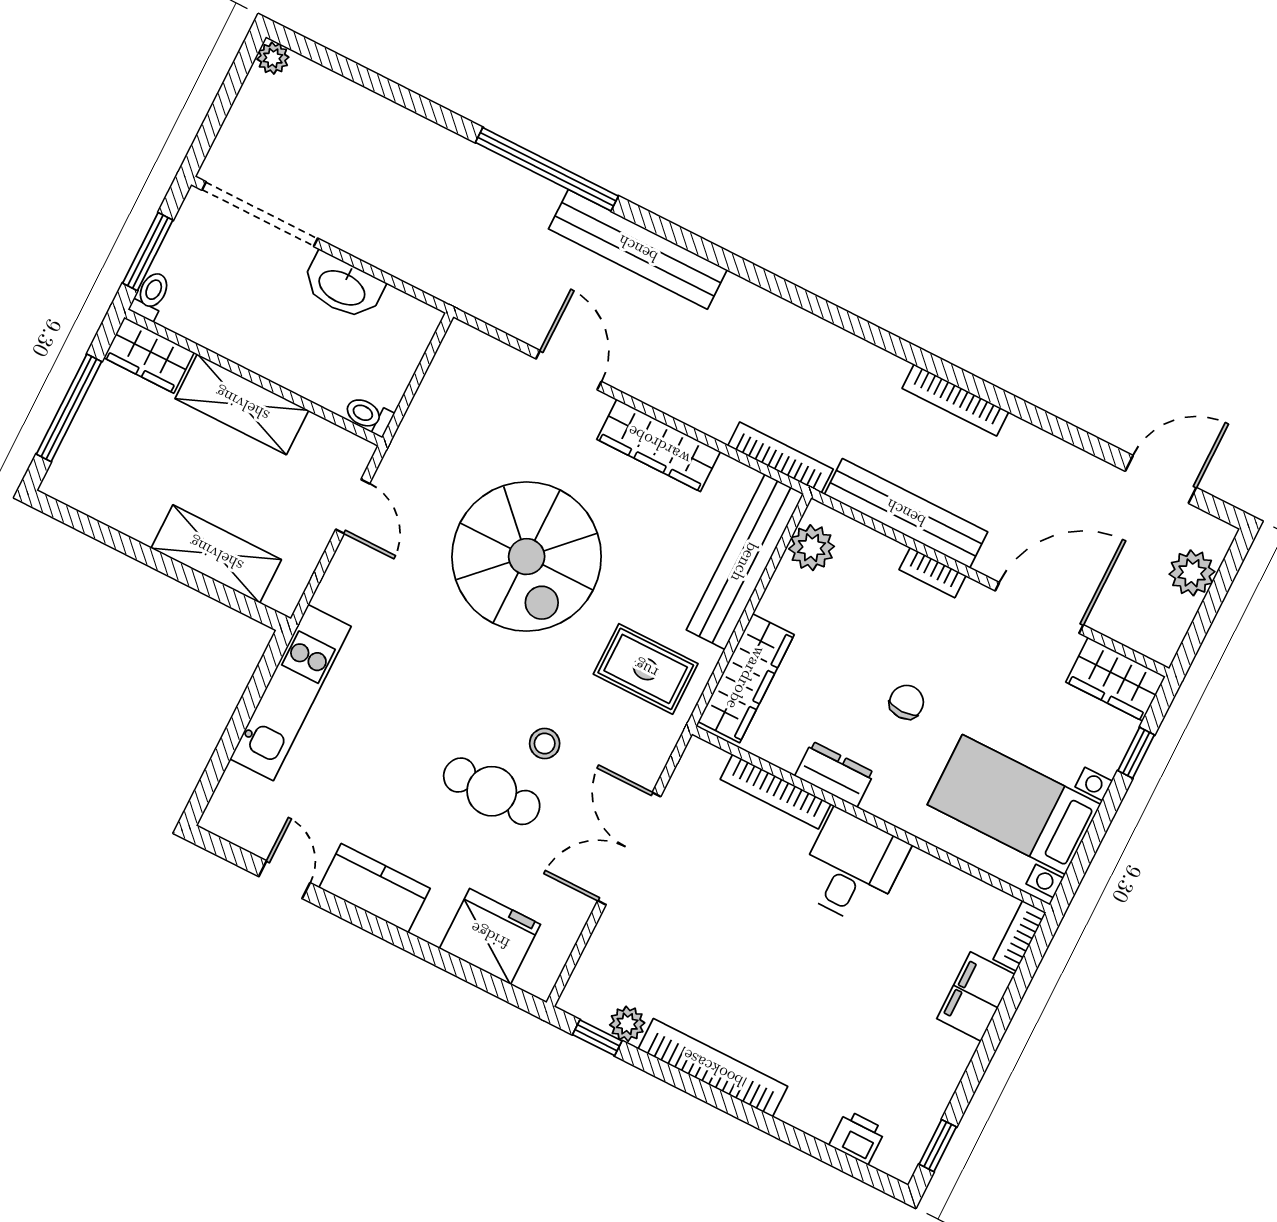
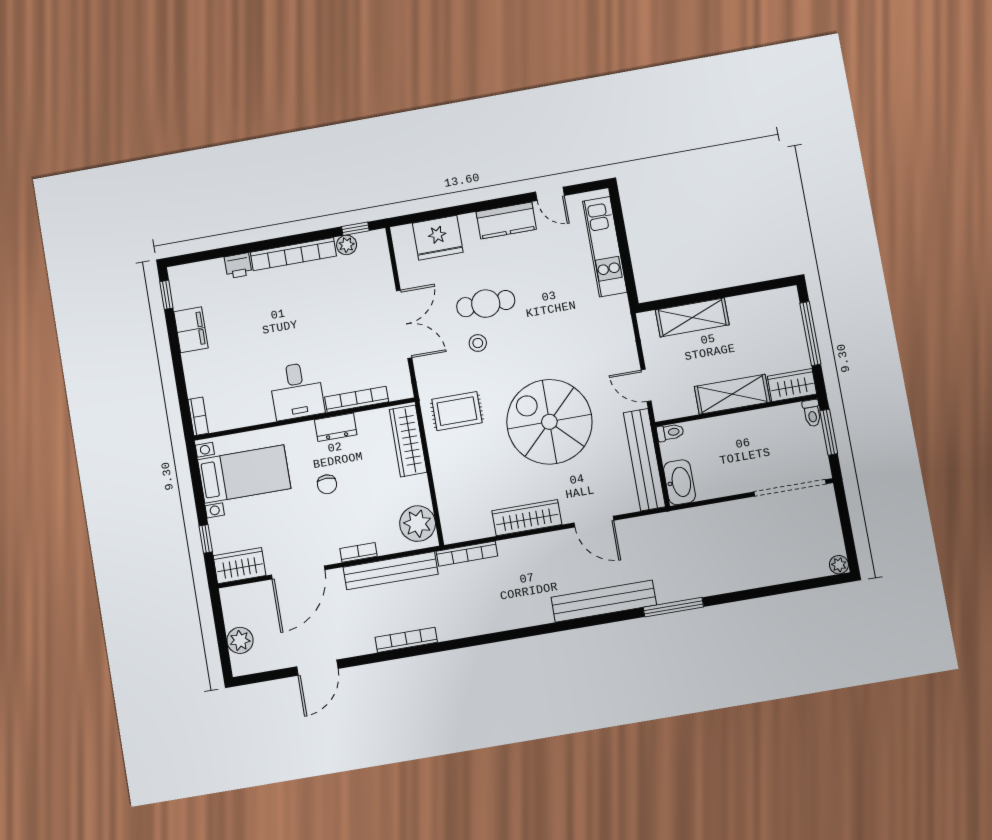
window: (547, 169) -> (673, 607), width x0.68
washbasin: (343, 287) -> (679, 482), moved, turned 90
door: (1161, 479) -> (317, 668), moved
plant: (812, 548) -> (418, 524), width x1.36, depth x1.36
bench: (745, 562) -> (644, 460), moved
kitchen unit: (291, 693) -> (605, 247), moved
filing cabinet: (976, 997) -> (191, 330), moved
printer: (857, 1137) -> (238, 266), moved

